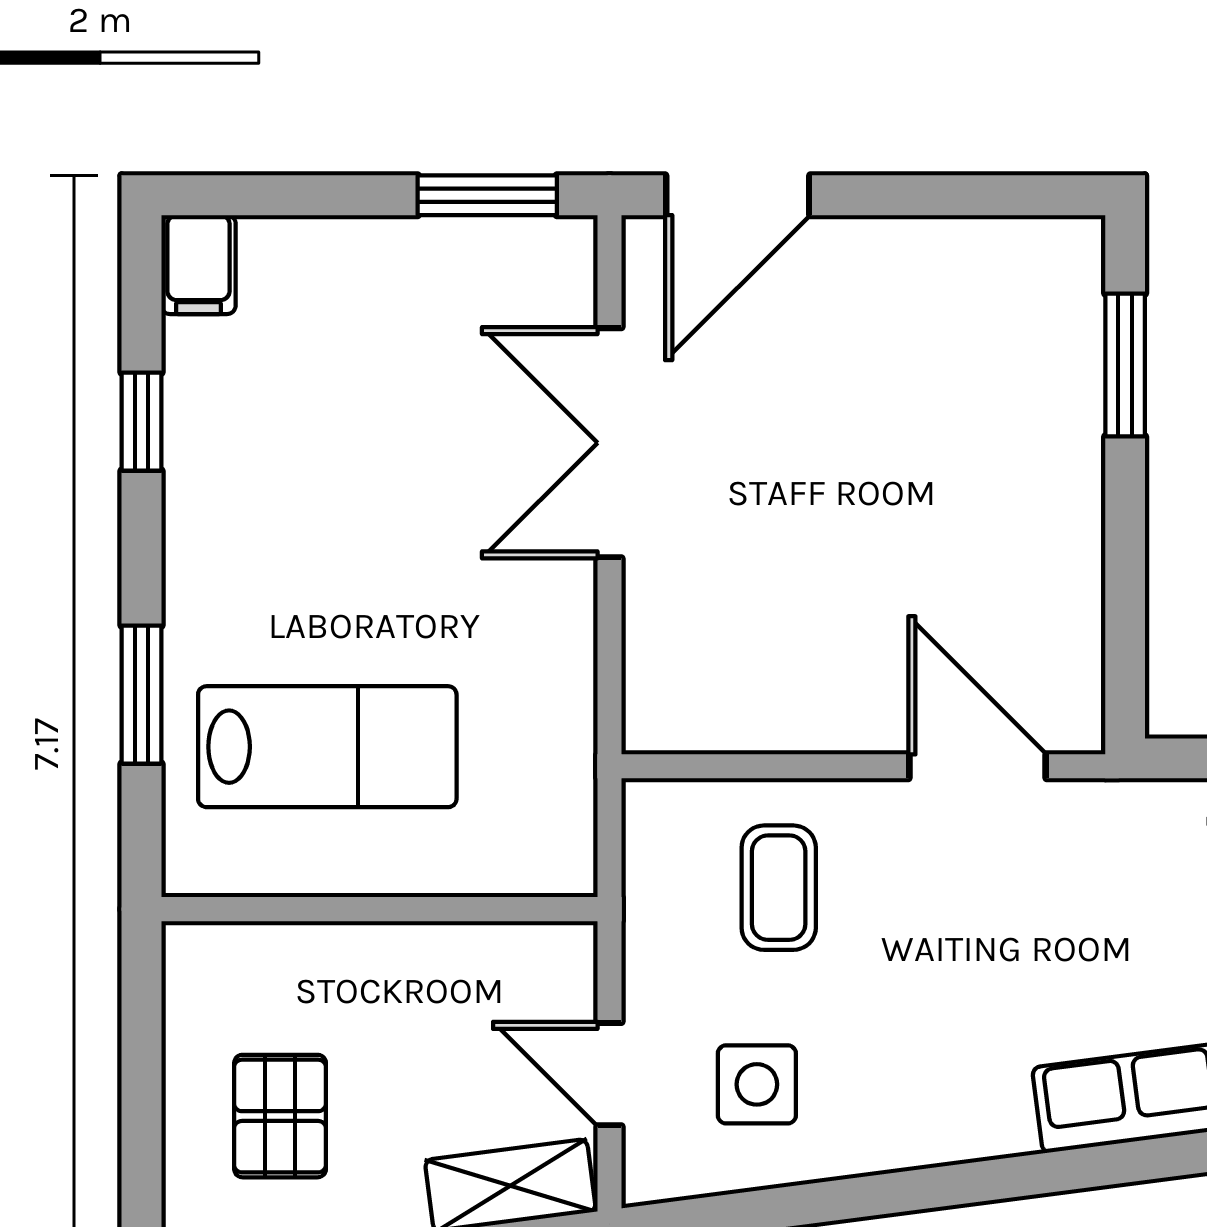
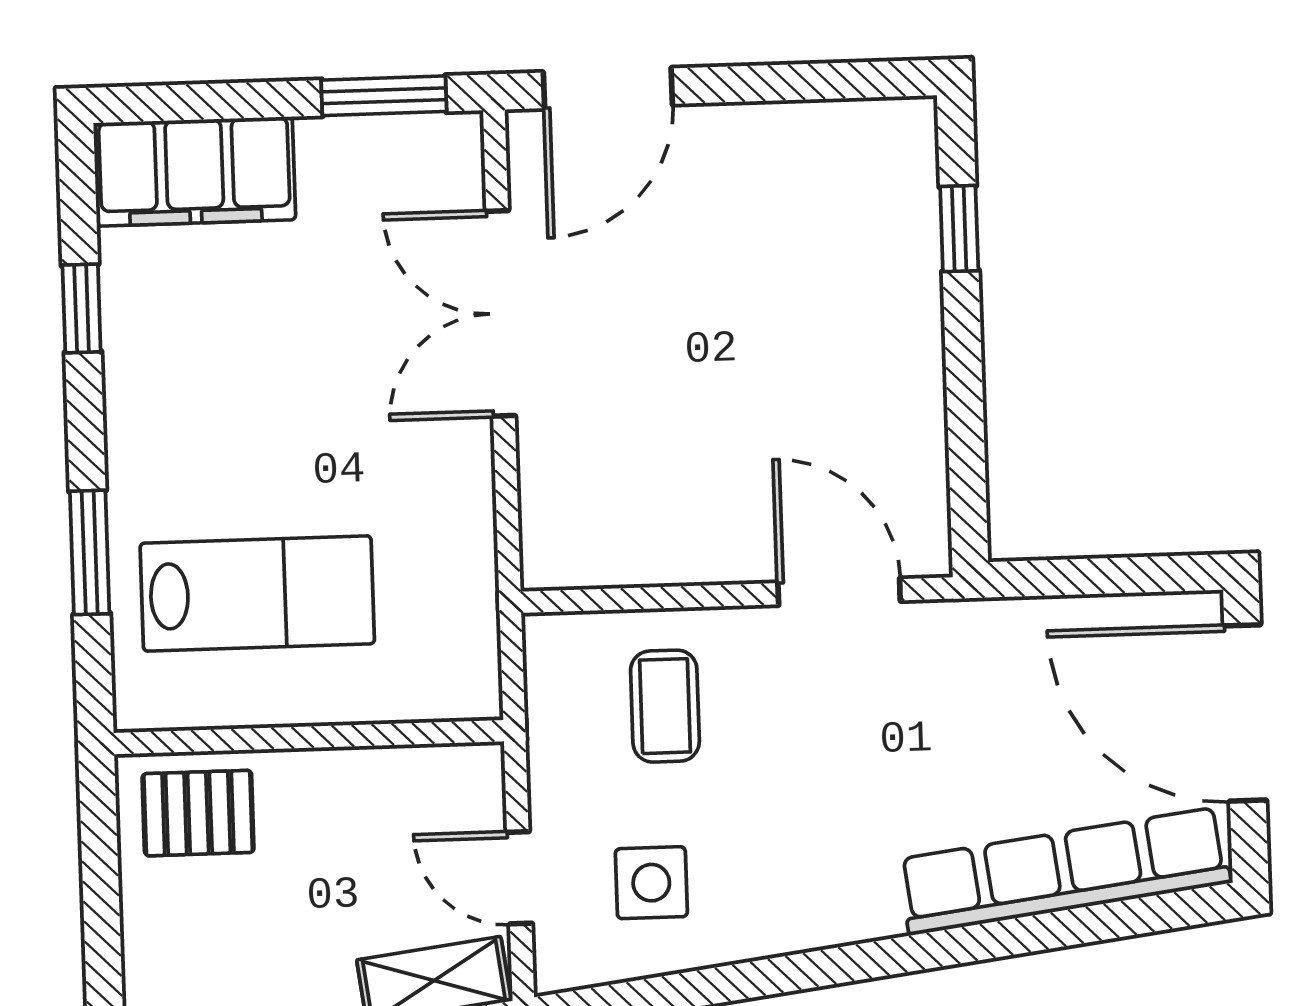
filing cabinet: (198, 265) -> (194, 171), width x3.00, depth x1.17
window: (1125, 365) -> (959, 229), width x0.67
pallet: (280, 1116) -> (198, 813), moved, turned 90

